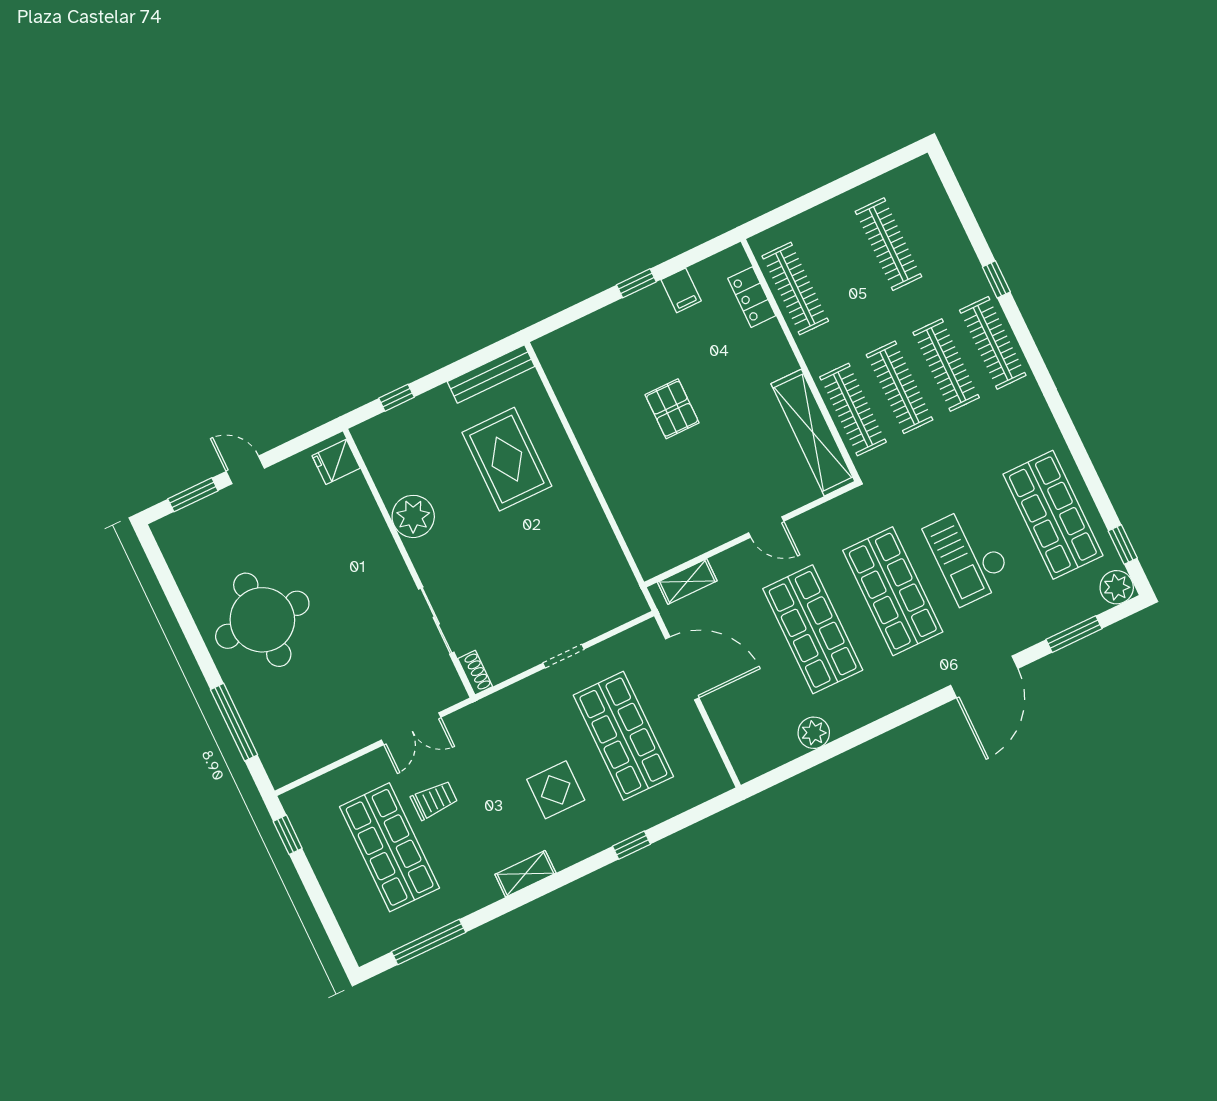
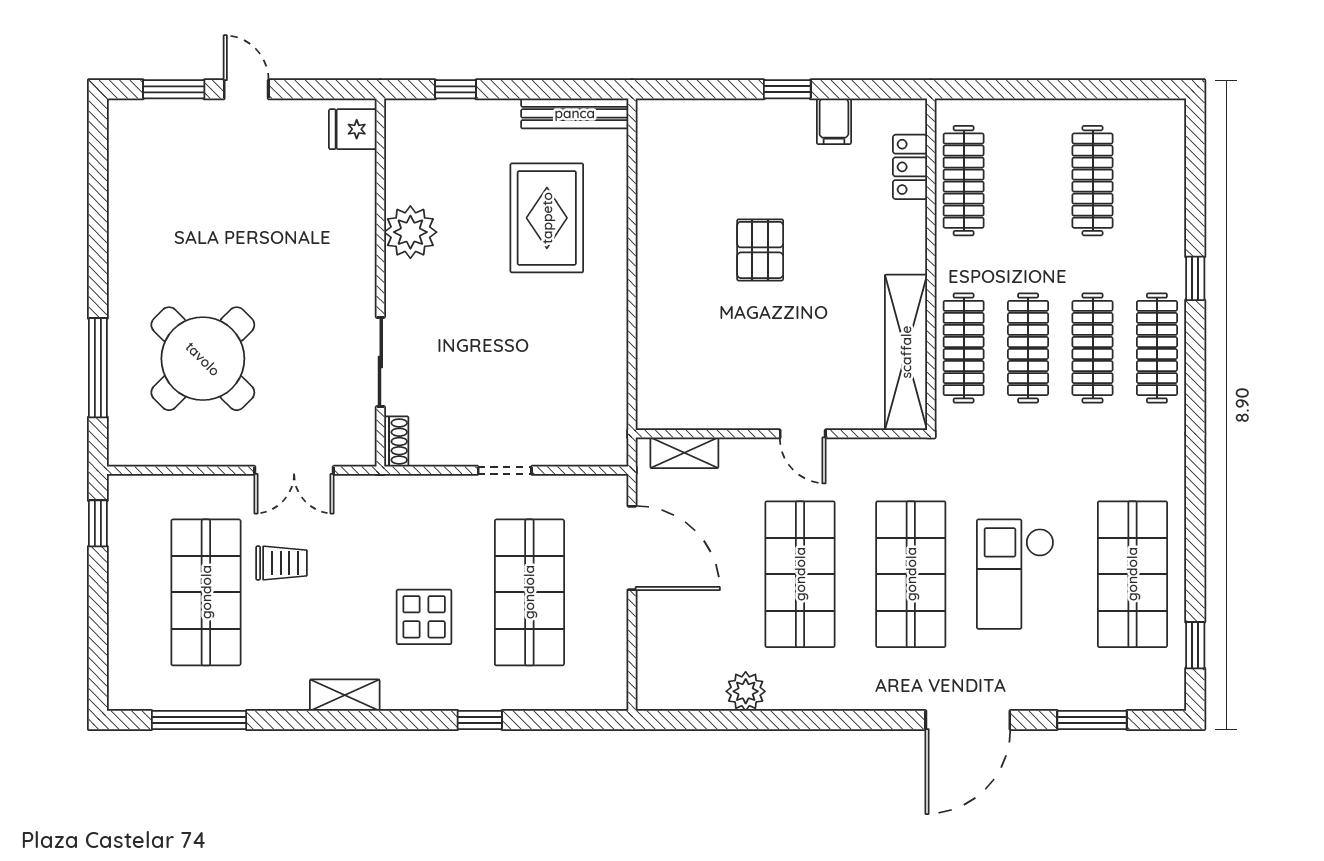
plant: (1117, 587) -> (1165, 690), removed
round table: (262, 620) -> (203, 359), moved, turned 45

